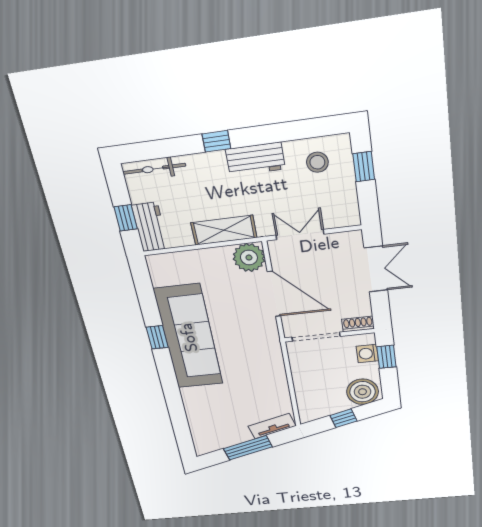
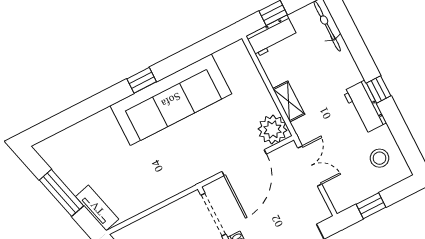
window: (216, 141) -> (379, 89), moved
window: (364, 167) -> (371, 206), moved
shelving: (224, 230) -> (289, 101), width x0.67, depth x0.75
window: (157, 337) -> (142, 80), moved

